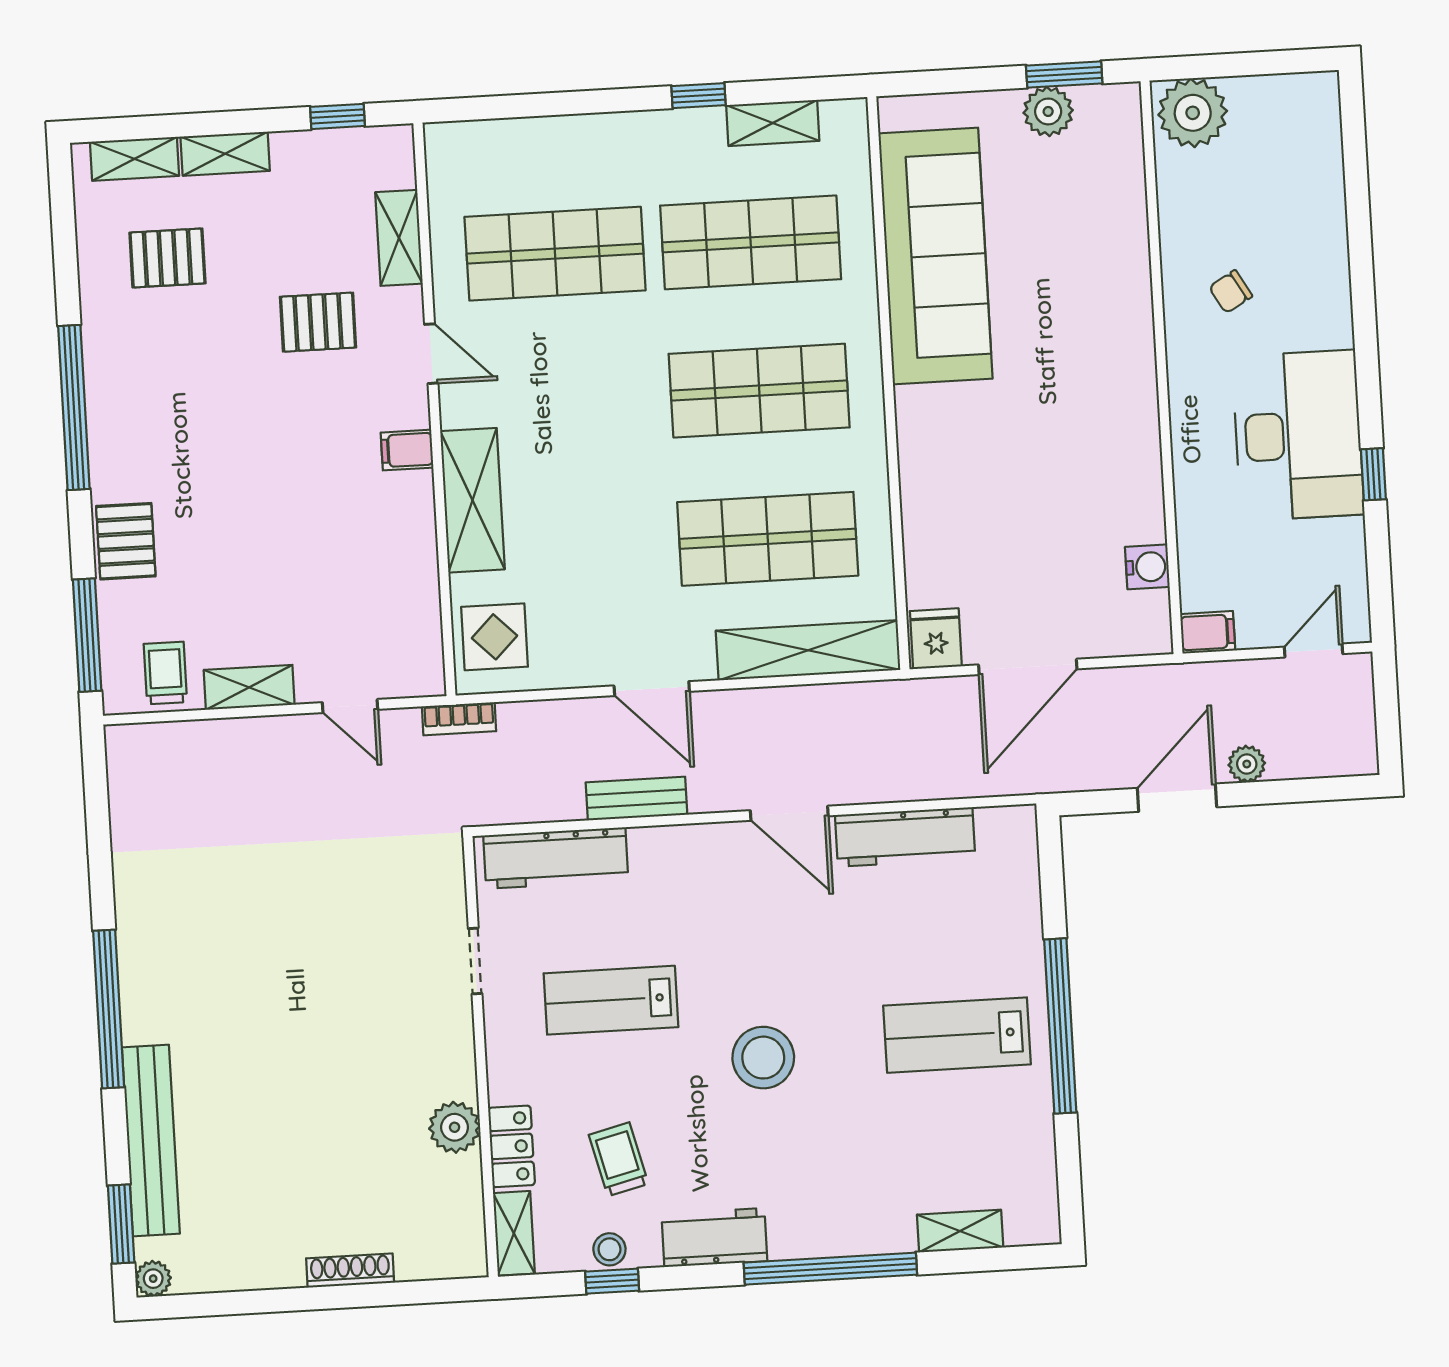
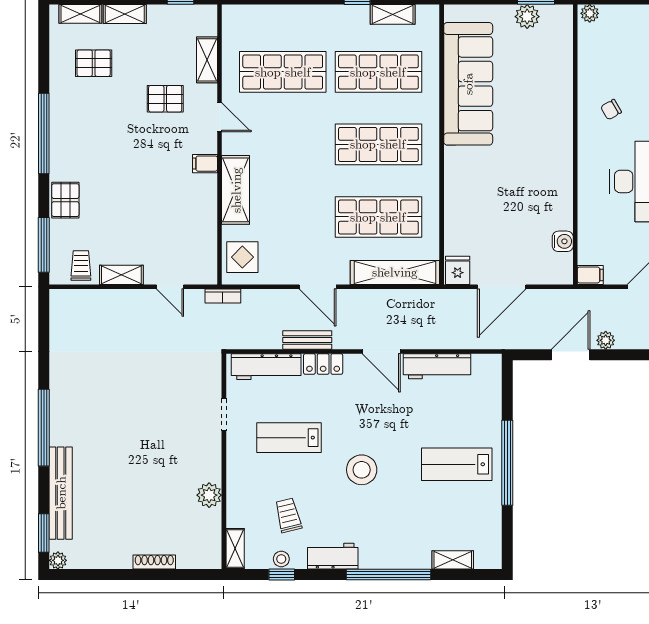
plant: (1193, 113) -> (590, 13), width x0.53, depth x0.53
locker: (511, 1146) -> (323, 364), moved, turned 90

